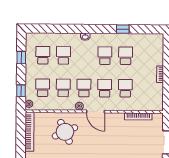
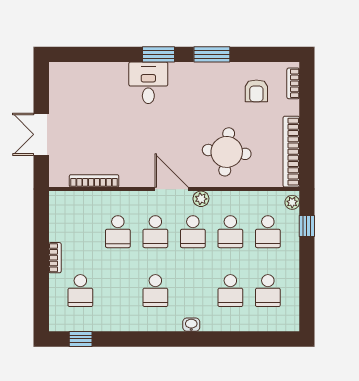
window: (123, 29) -> (81, 339), moved
school desk: (126, 56) -> (80, 291), moved
window: (21, 58) -> (307, 286), removed
round table: (65, 132) -> (227, 152), turned 30

